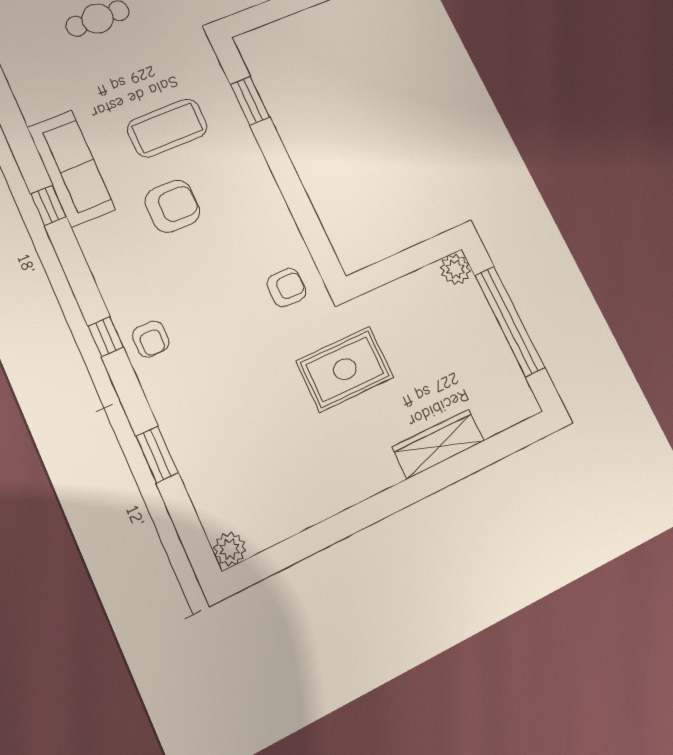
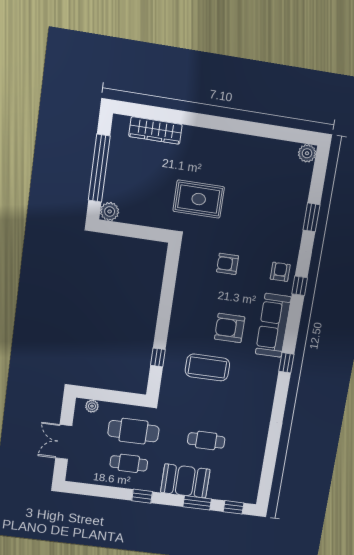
window: (250, 101) -> (158, 357), width x0.67
sofa: (71, 168) -> (273, 325), moved
armchair: (286, 287) -> (228, 264), moved
wardrobe: (438, 444) -> (155, 130), moved

